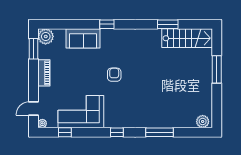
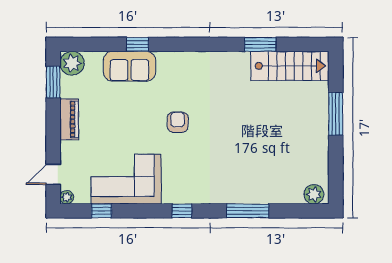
window: (107, 24) -> (138, 44), moved

